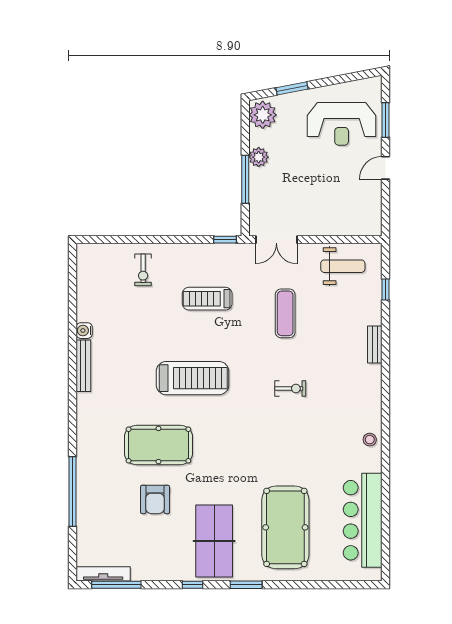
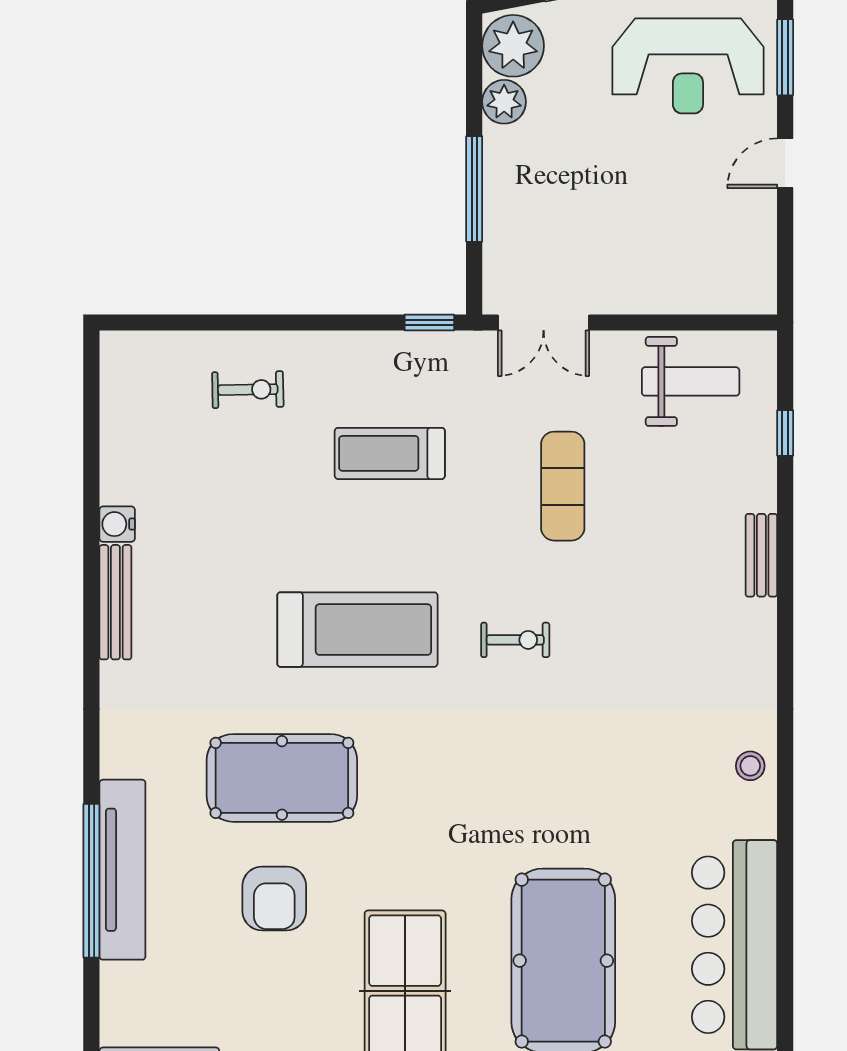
plant: (259, 157) -> (504, 102), moved
exercise bike: (143, 270) -> (248, 390), turned -91
exercise bike: (290, 388) -> (515, 640), moved
tv unit: (87, 486) -> (122, 870), added

